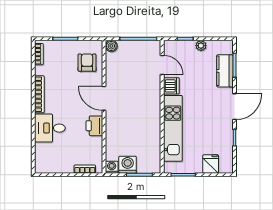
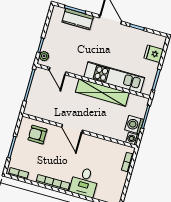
boiler: (111, 46) -> (29, 110), removed
plant: (201, 46) -> (44, 56), moved
door: (162, 65) -> (58, 71), swing flipped
dishwasher: (171, 86) -> (78, 68), removed
door: (104, 98) -> (72, 129), hinge flipped
shelving: (153, 120) -> (102, 92), added
printer: (94, 126) -> (93, 144), removed

